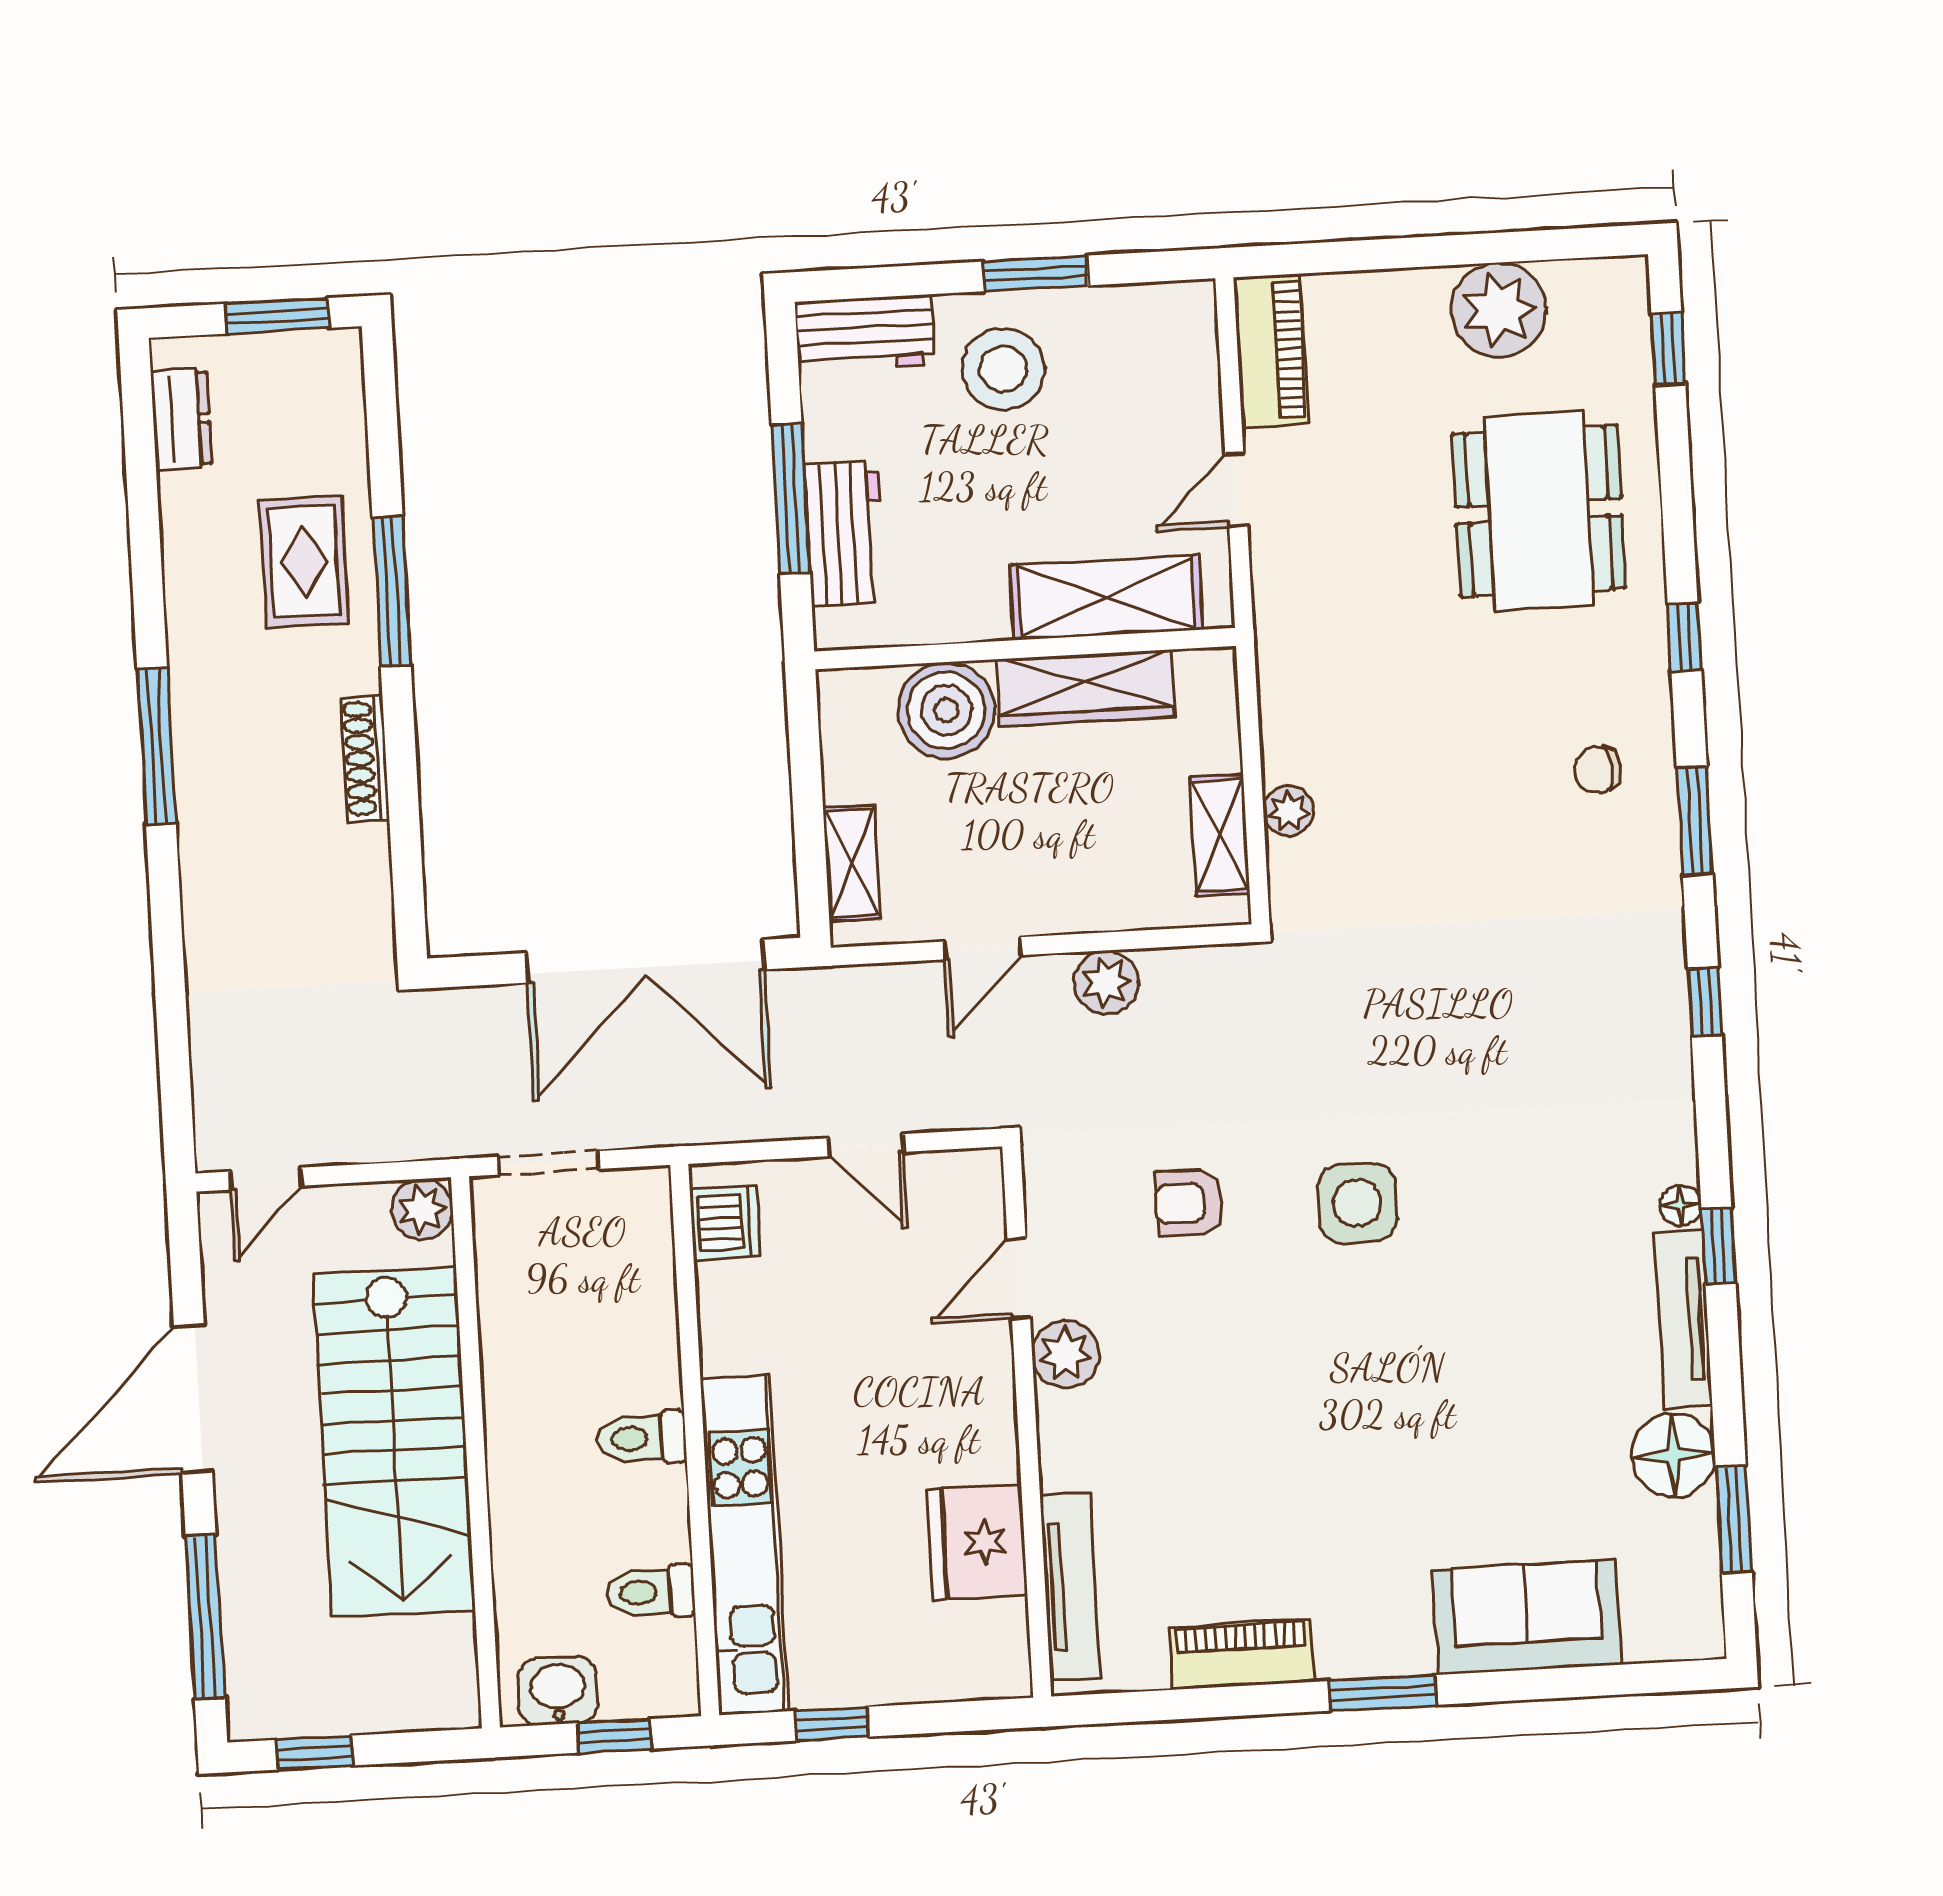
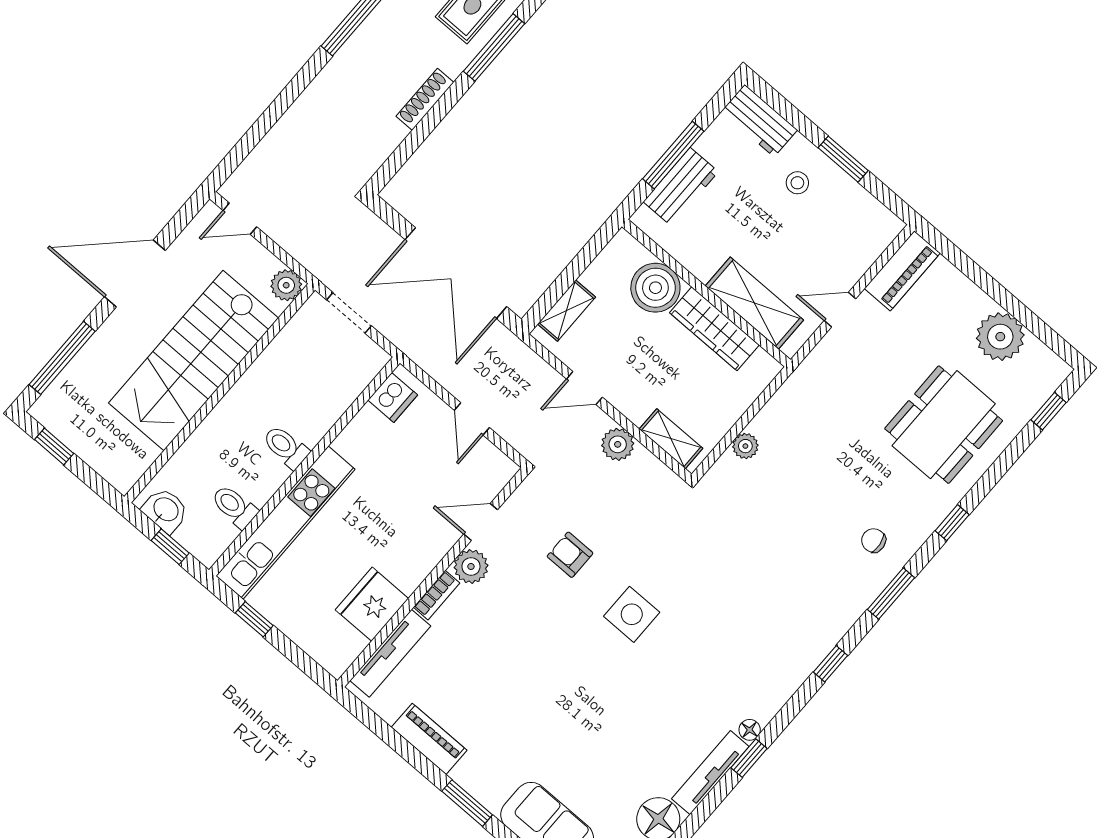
stool: (1003, 369) -> (797, 183), width x0.53, depth x0.53
shelving: (1220, 835) -> (671, 439), moved, turned 90
bookcase: (1056, 1442) -> (437, 595), added

